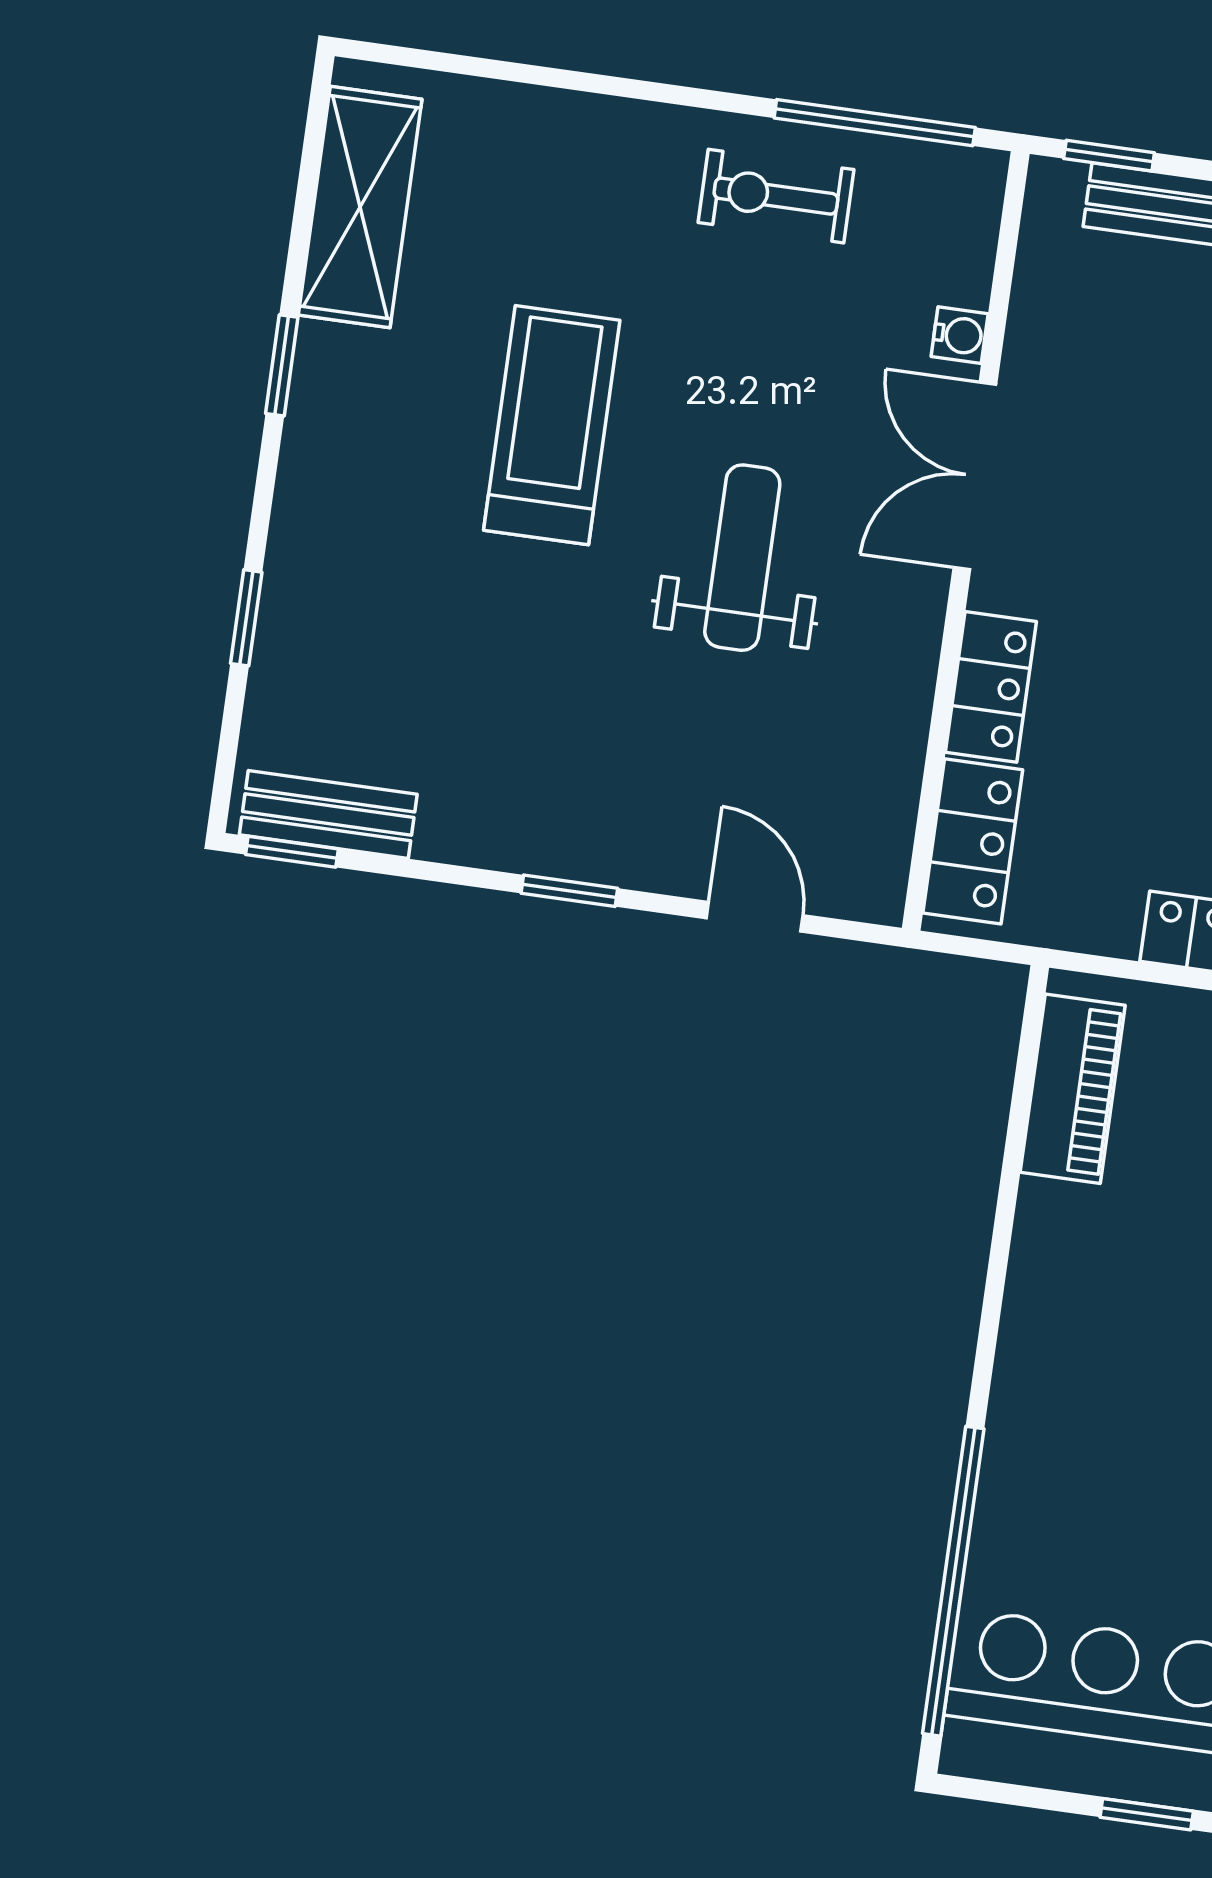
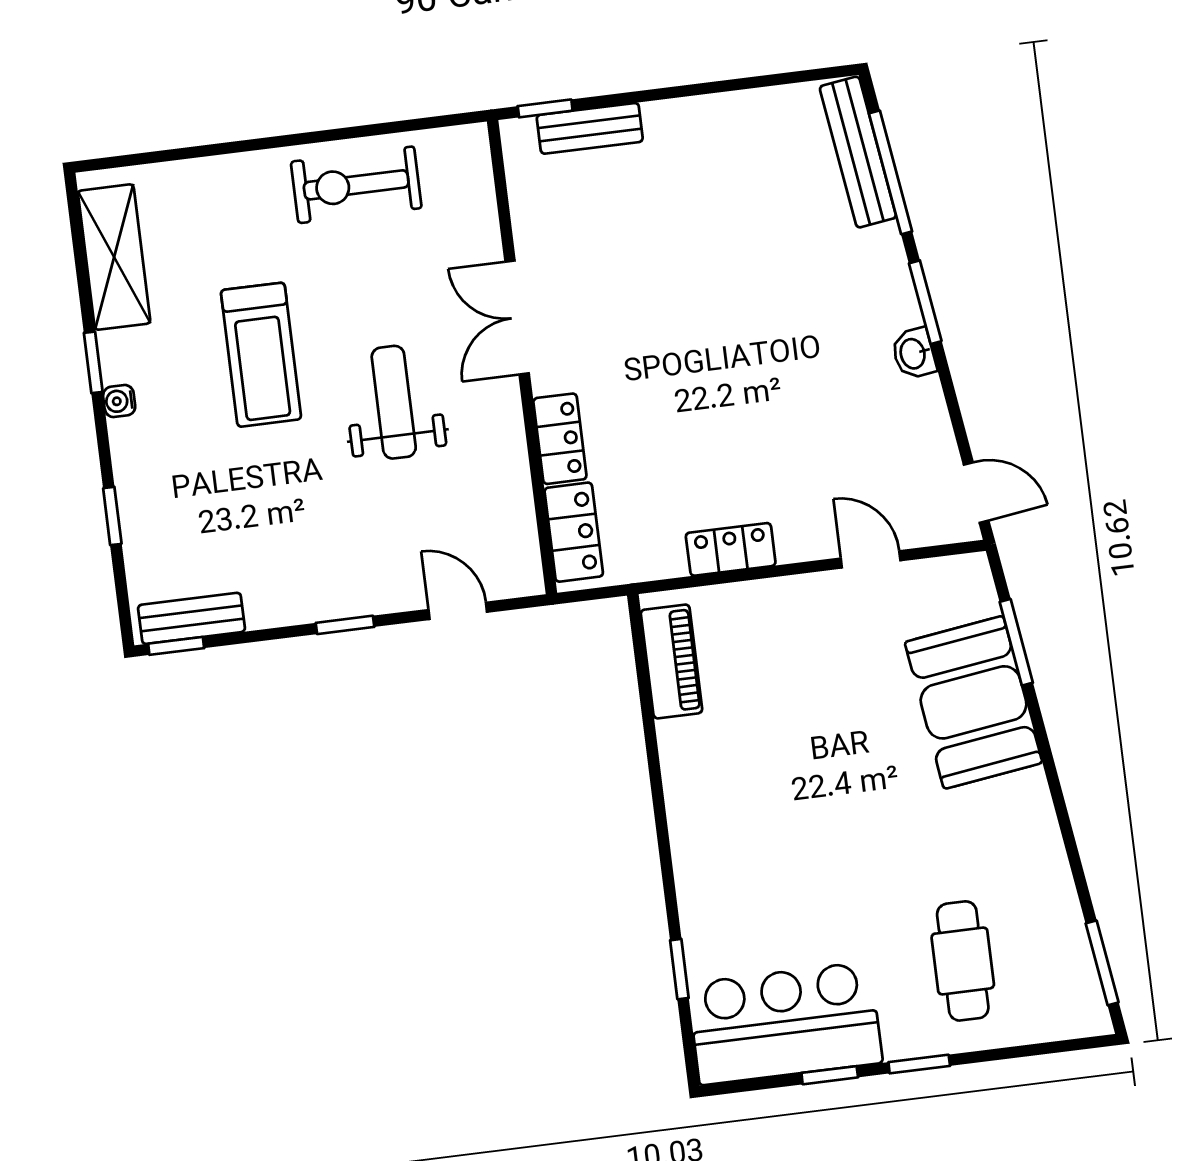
window: (875, 123) -> (403, 126), removed
exercise bike: (776, 196) -> (356, 185), width x1.38, depth x1.39
water cooler: (960, 335) -> (119, 401), moved, turned 180
treadmill: (552, 425) -> (261, 355), turned 180
window: (953, 1581) -> (679, 969), width x0.32

